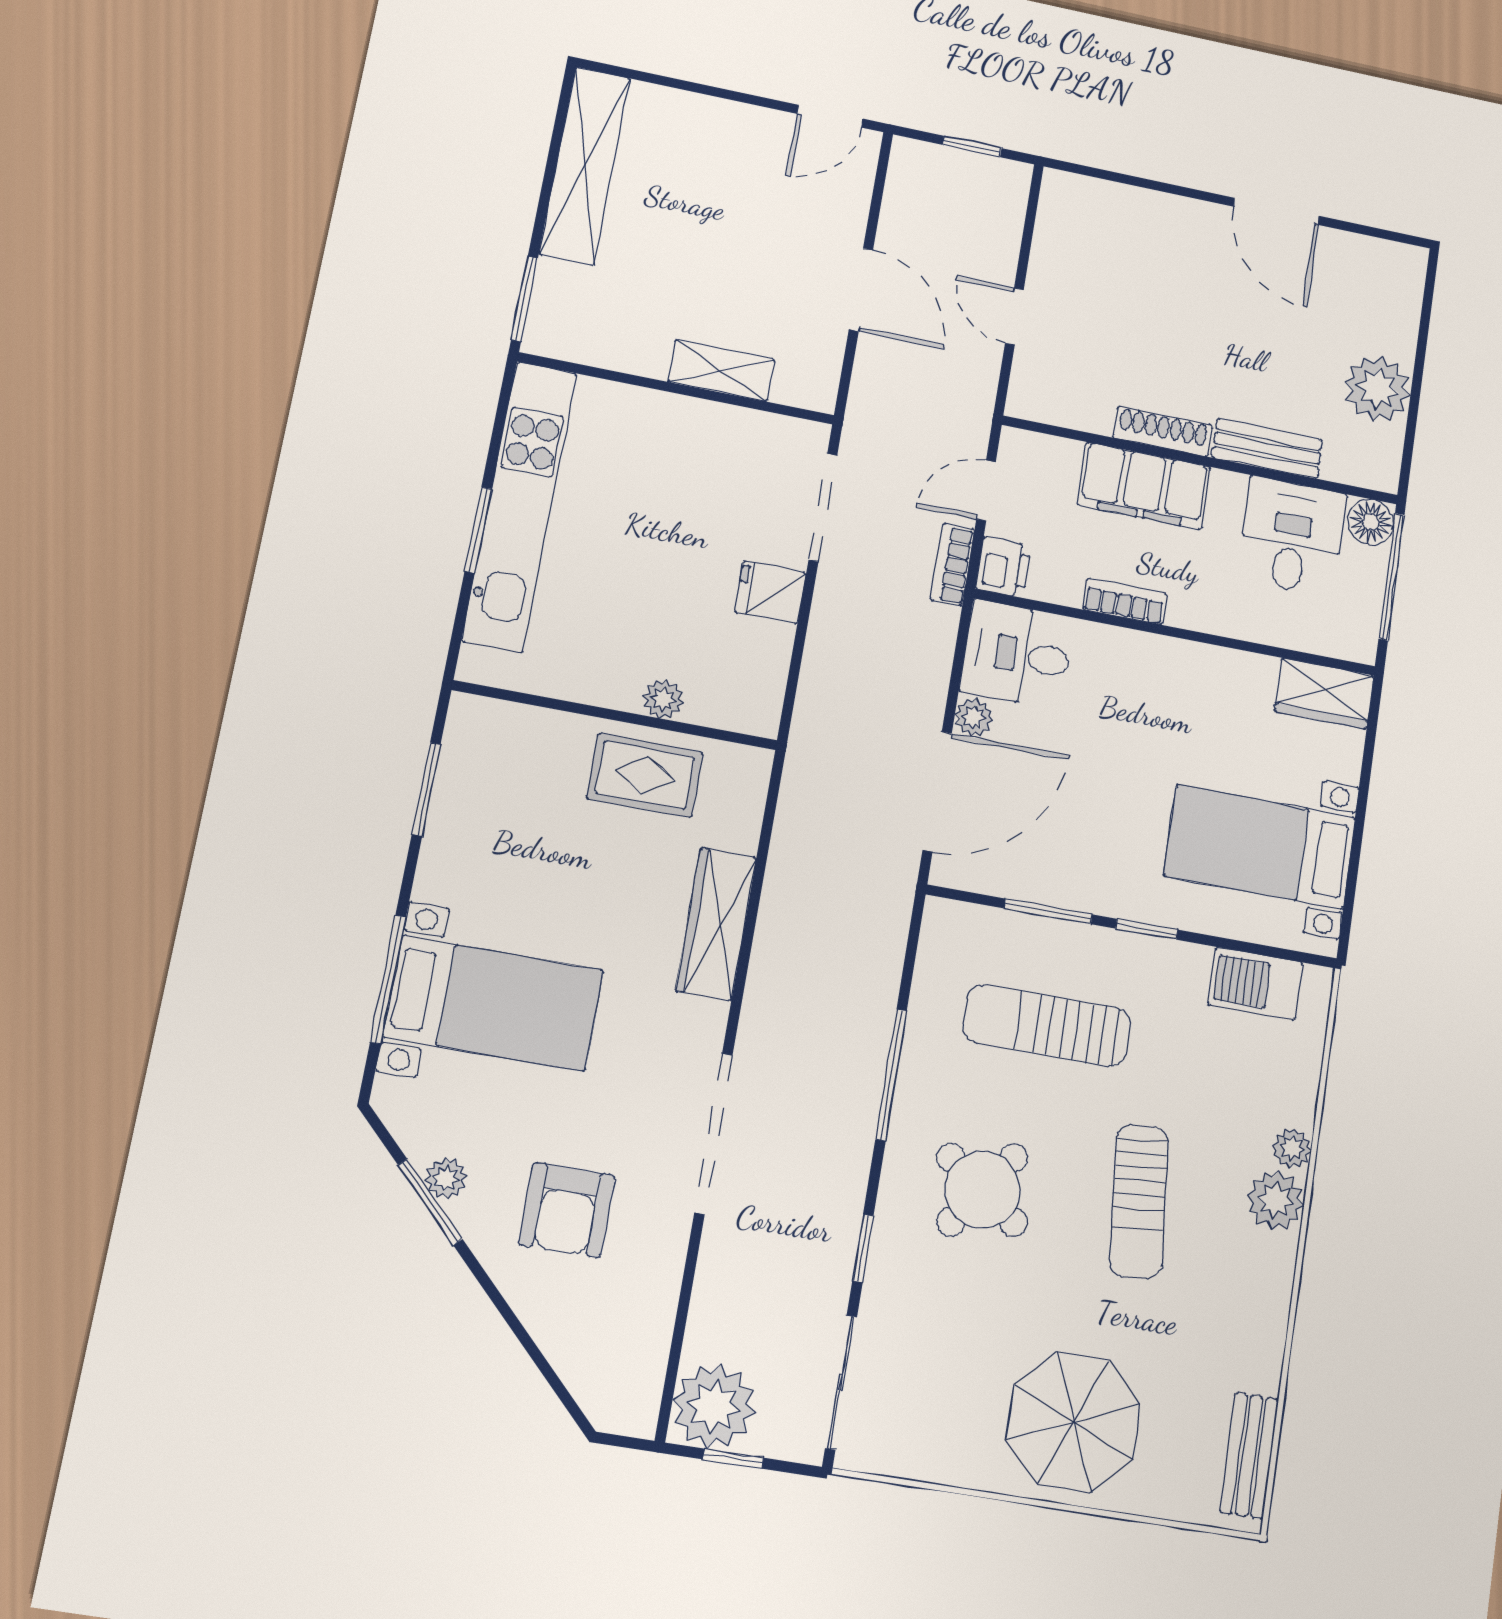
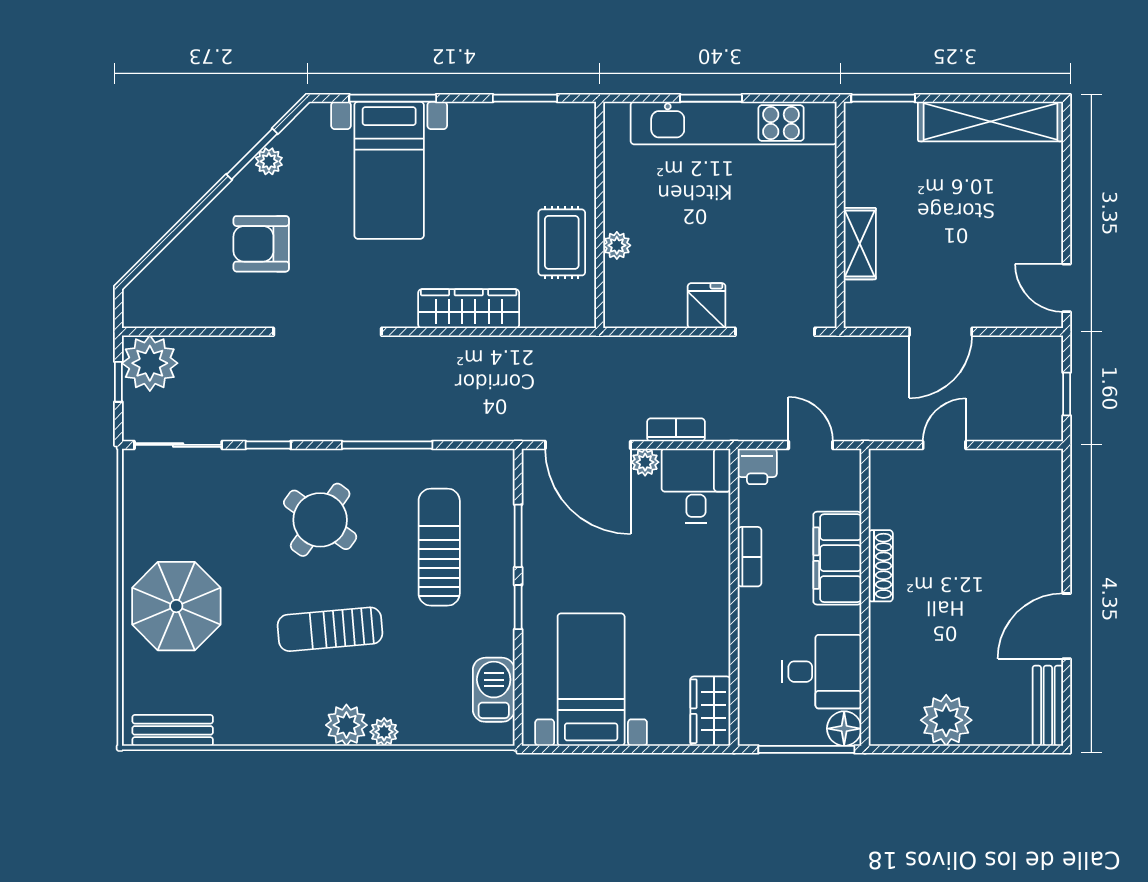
bench: (1267, 448) -> (1048, 706), moved
bookcase: (953, 565) -> (676, 430), moved

